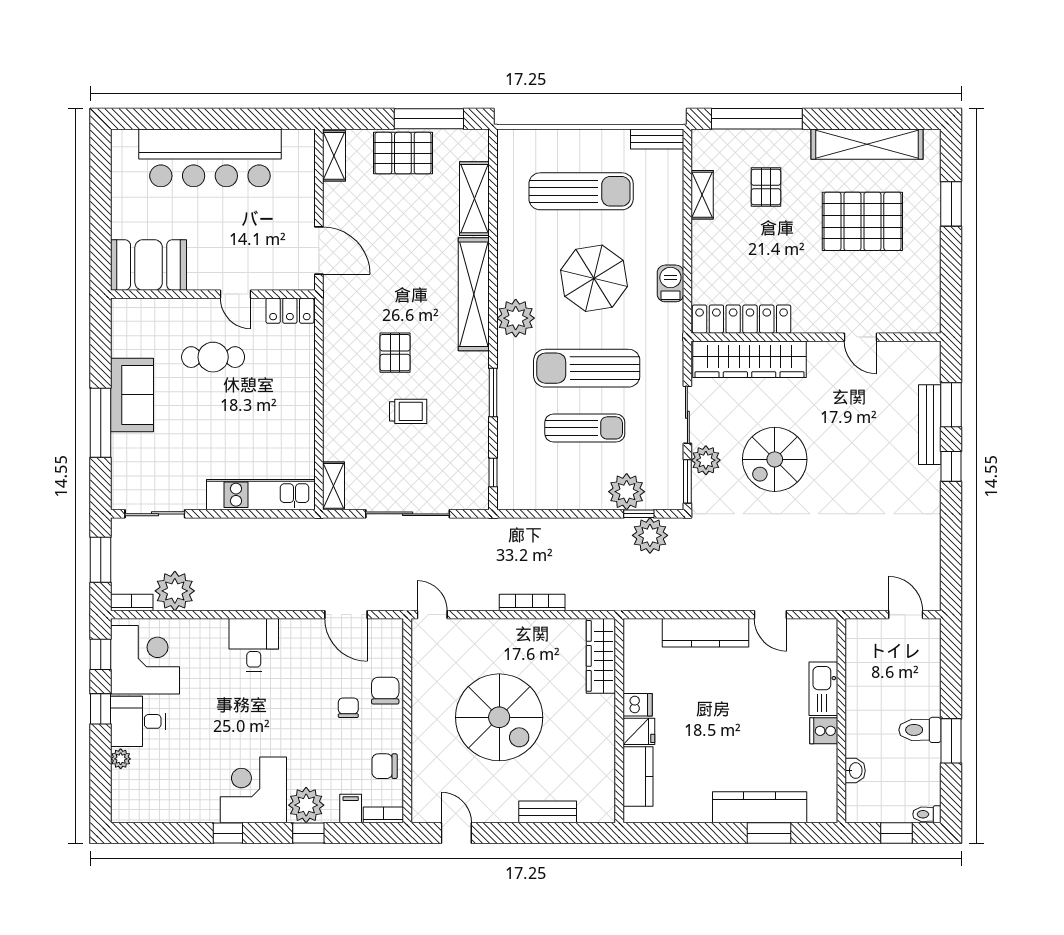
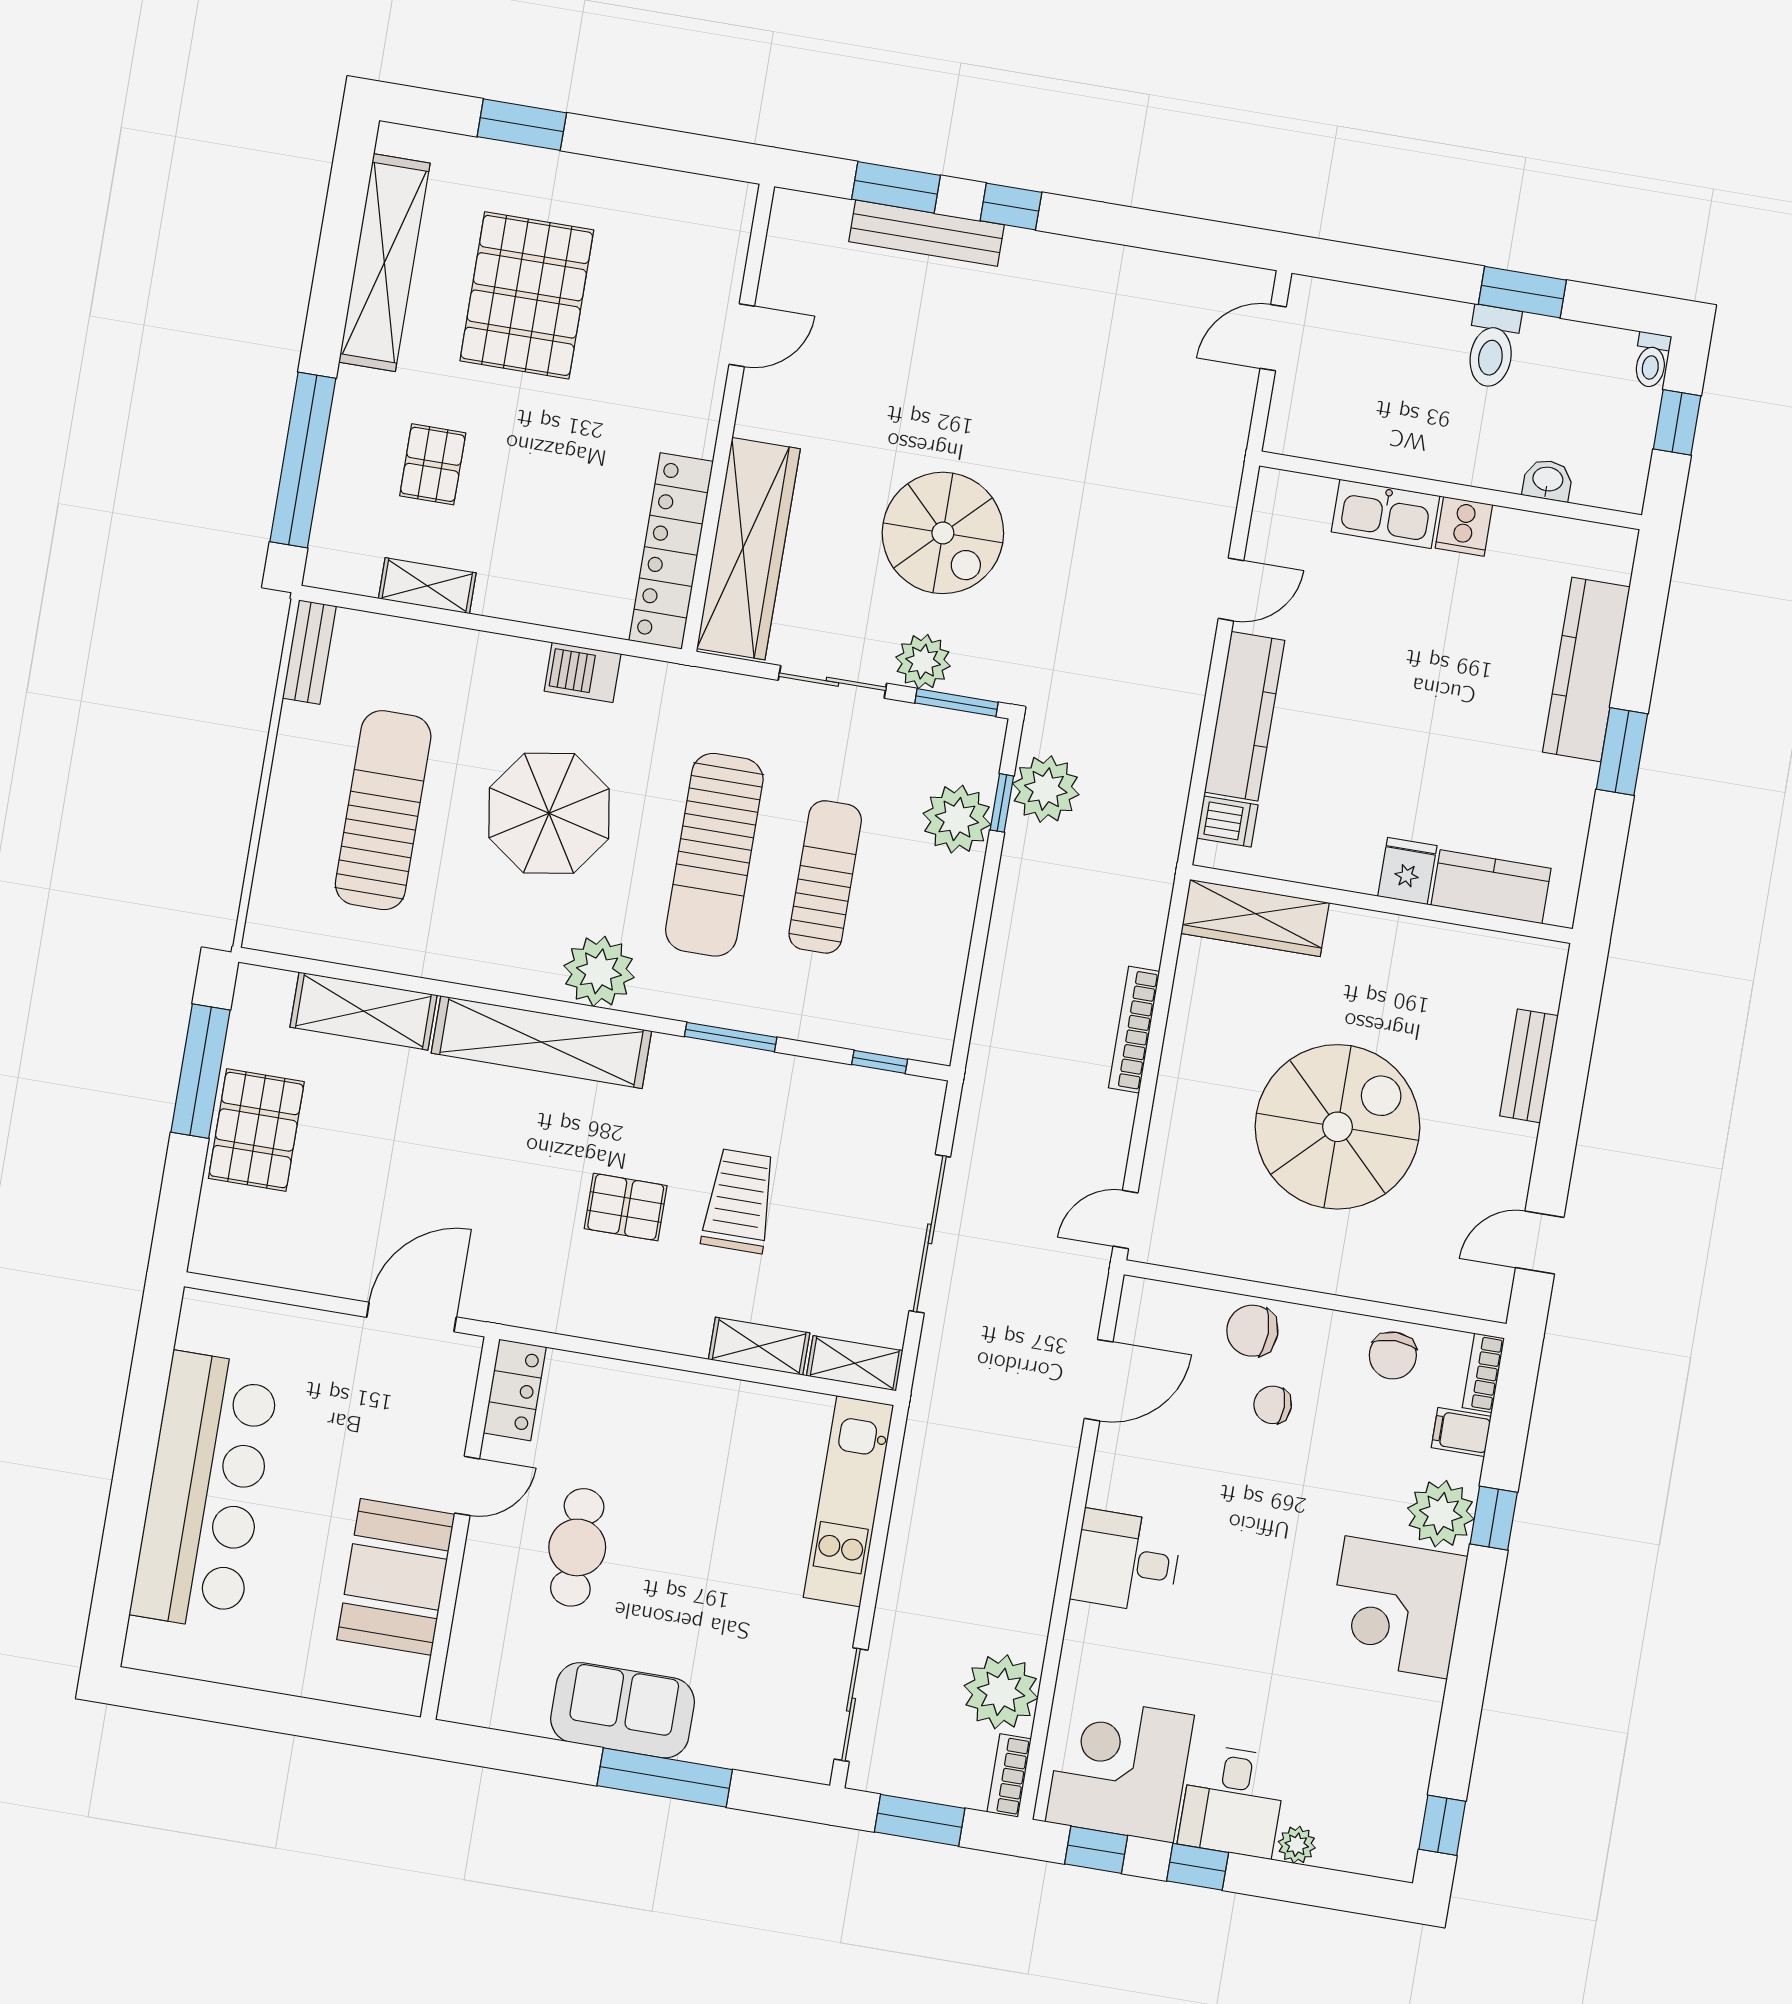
shelving: (334, 156) -> (759, 1346), moved
pallet: (766, 187) -> (433, 464), turned 90
booth: (149, 265) -> (396, 1577), moved
trolley: (408, 411) -> (739, 1201), width x1.36, depth x1.39
dishwasher: (638, 705) -> (1227, 822), moved, turned 90
window: (228, 833) -> (1442, 1825), moved
window: (769, 833) -> (1622, 751), moved

